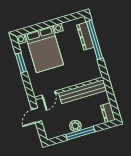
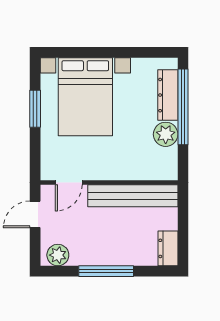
plant: (90, 56) -> (166, 134), added
plant: (75, 126) -> (58, 255), moved

